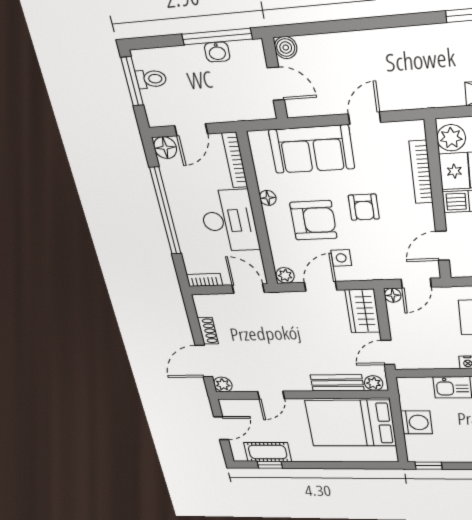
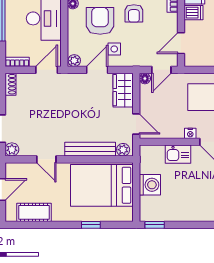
armchair: (313, 220) -> (100, 21), turned -90
door: (248, 289) -> (47, 70), hinge flipped
shoe rack: (208, 331) -> (11, 84), moved
door: (388, 352) -> (136, 124), swing flipped
bench: (337, 383) -> (90, 149), width x1.36
door: (271, 395) -> (46, 159), hinge flipped
window: (270, 465) -> (91, 225), moved

